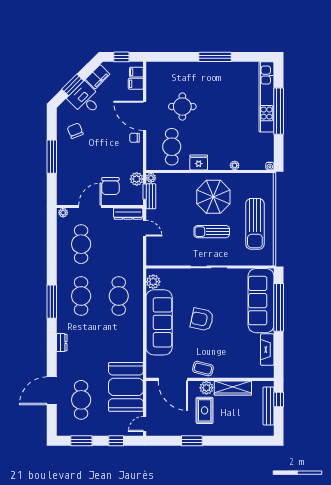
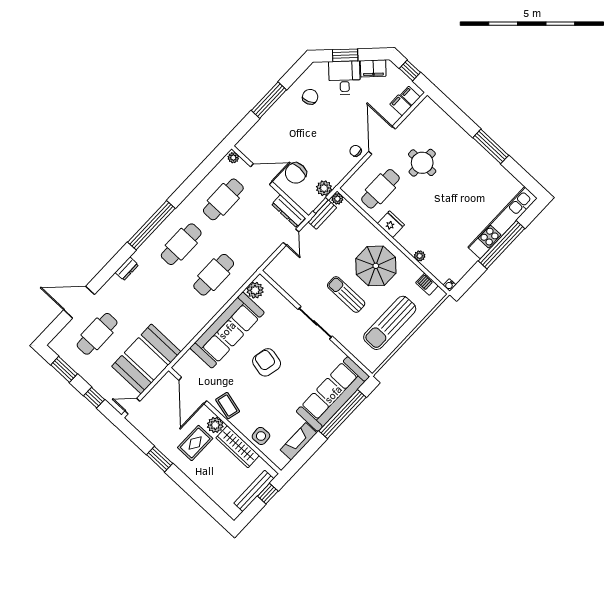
barbecue: (256, 179) -> (427, 284), added
window: (52, 302) -> (151, 225), width x1.46
side table: (241, 368) -> (261, 436), added

